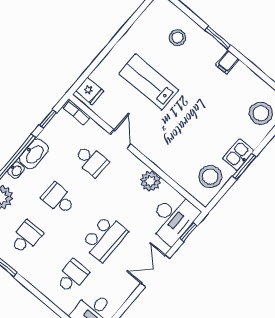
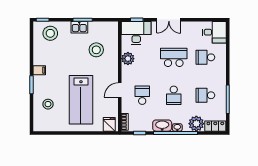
lab bench: (149, 82) -> (81, 100), width x1.36, depth x1.39
stool: (210, 177) -> (96, 50), moved

